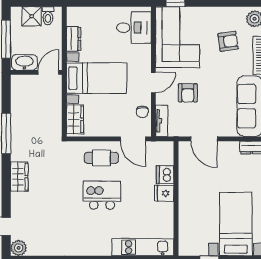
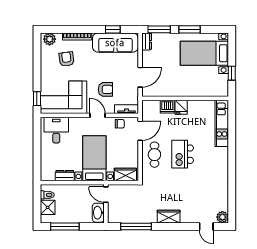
washbasin: (24, 62) -> (98, 213), moved
wall: (36, 72) -> (106, 204), moved
door: (48, 72) -> (106, 195), moved

